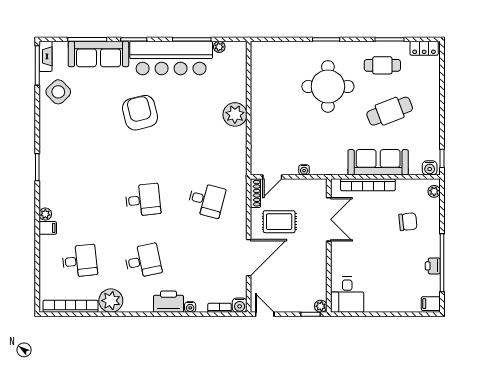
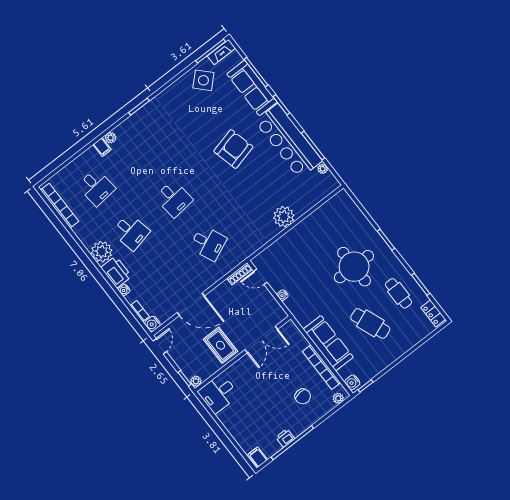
bookcase: (368, 185) -> (321, 367), moved
desk: (206, 200) -> (208, 243), turned -39
rug: (279, 222) -> (220, 345), moved
plant: (111, 301) -> (102, 252), moved

